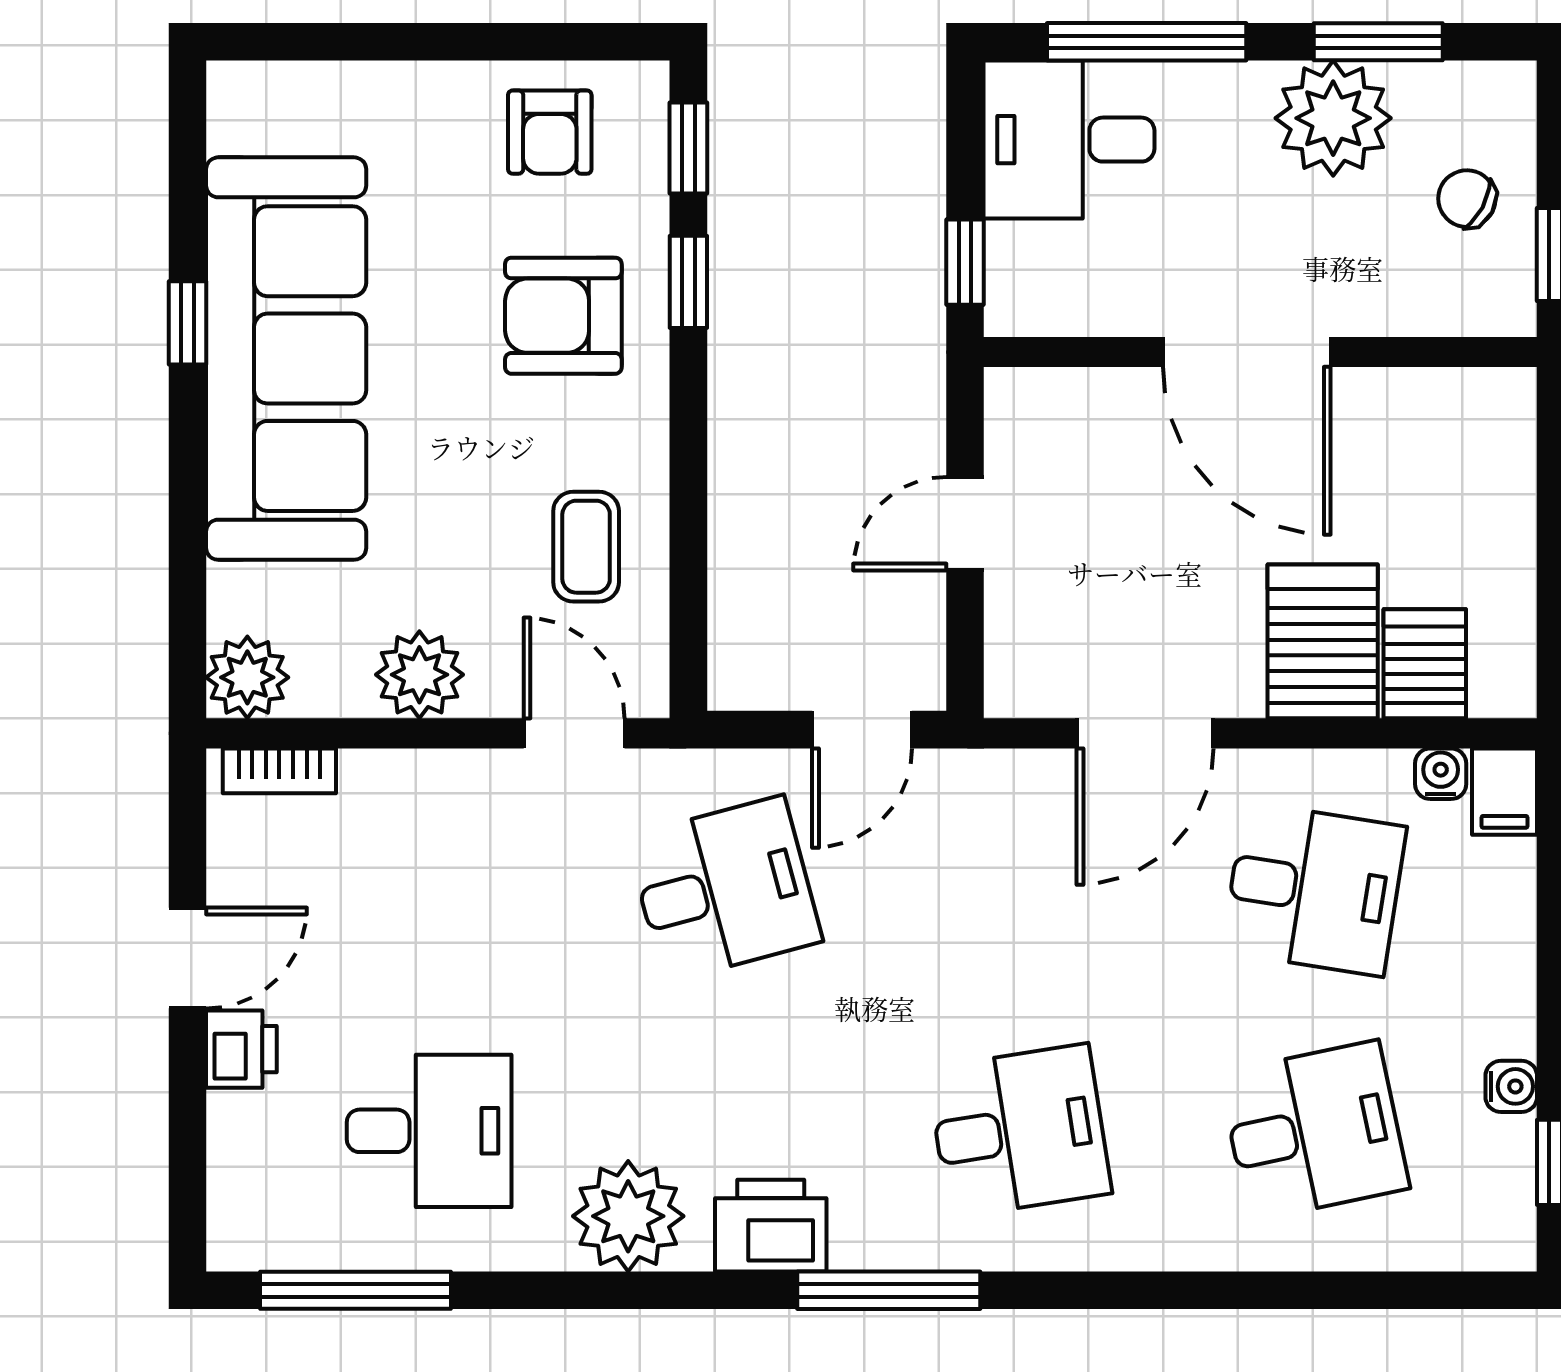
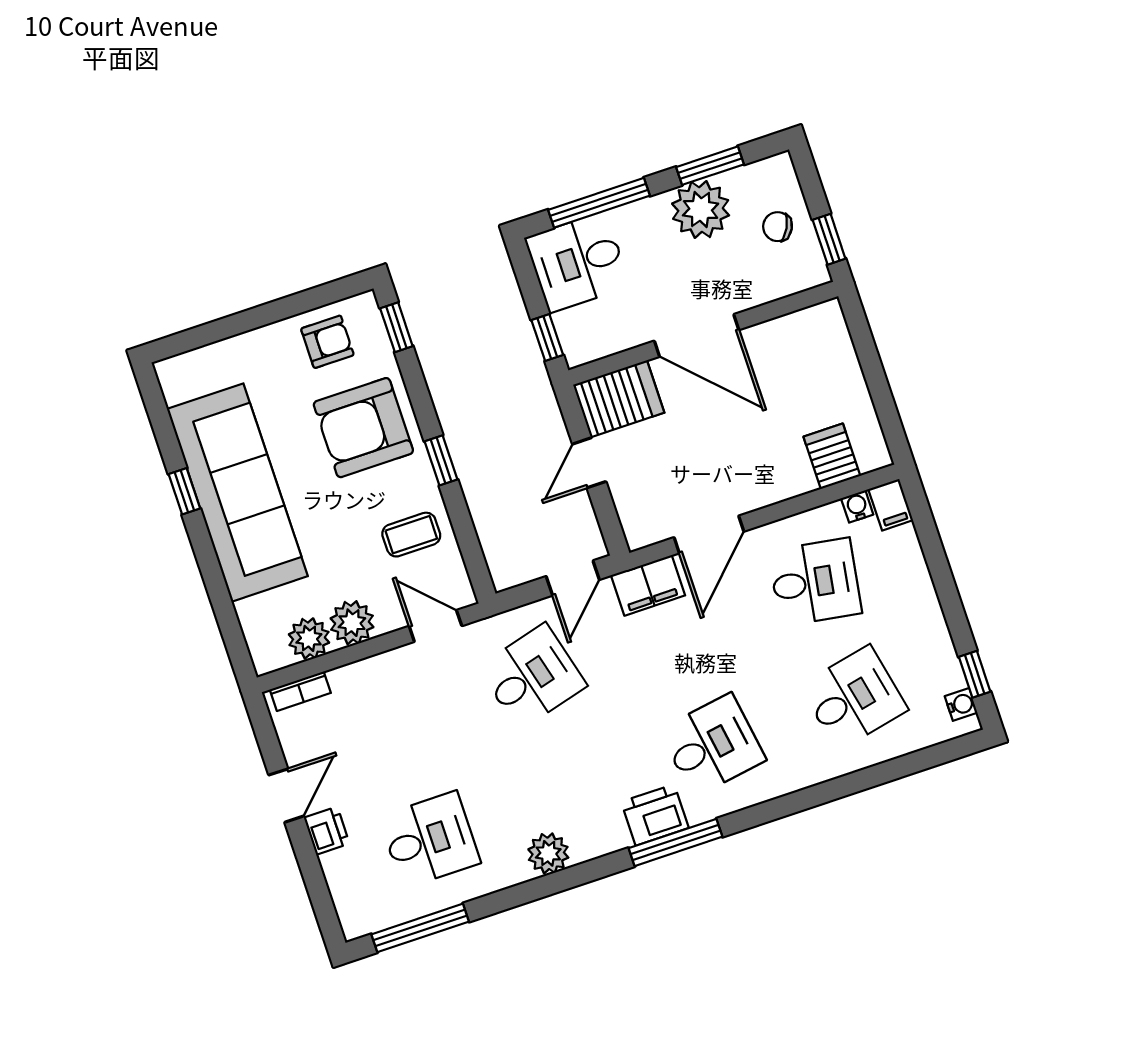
armchair: (550, 132) -> (327, 342), turned -90
window: (688, 282) -> (441, 460), moved
armchair: (563, 316) -> (363, 428), width x1.36, depth x1.36
coffee table: (586, 547) -> (411, 535), turned 90
server rack: (1323, 641) -> (619, 399), moved, turned 90
plant: (247, 677) -> (309, 638), moved
filing cabinet: (998, 791) -> (648, 585), added
water cooler: (1511, 1086) -> (961, 704), moved
plant: (628, 1216) -> (548, 853), width x0.73, depth x0.73
printer: (771, 1226) -> (655, 815), moved

